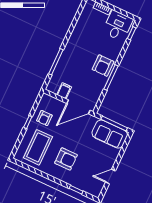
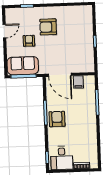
door: (78, 107) -> (60, 75), swing flipped
armchair: (44, 118) -> (29, 41), moved
coffee table: (38, 147) -> (76, 25), removed

